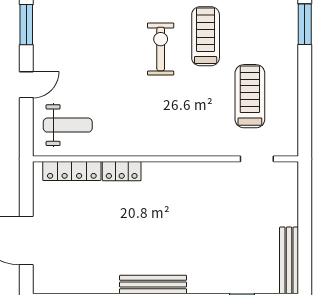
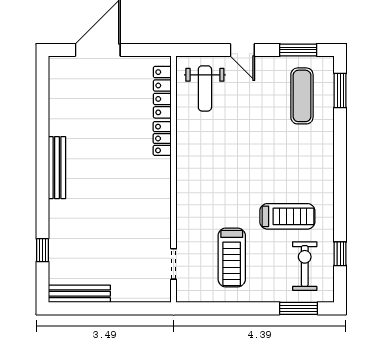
exercise mat: (76, 21) -> (302, 96), added
exercise bike: (161, 49) -> (305, 266), moved, turned -90
treadmill: (250, 96) -> (232, 257), turned 90

